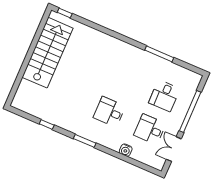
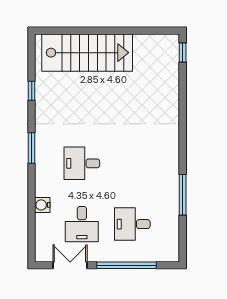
stairs: (48, 53) -> (87, 53), moved
desk: (109, 112) -> (82, 163), turned -90
desk: (150, 129) -> (82, 224), turned 180

